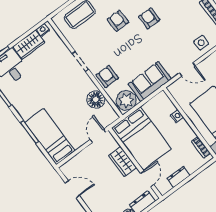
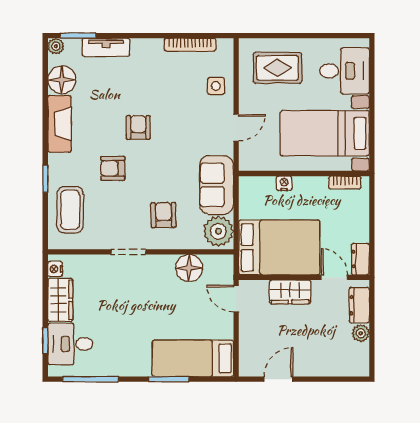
armchair: (149, 18) -> (138, 127), turned 90
armchair: (107, 76) -> (164, 215), moved, turned 89
dresser: (178, 177) -> (360, 259), moved

